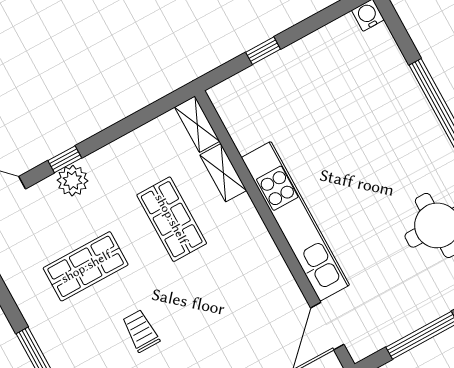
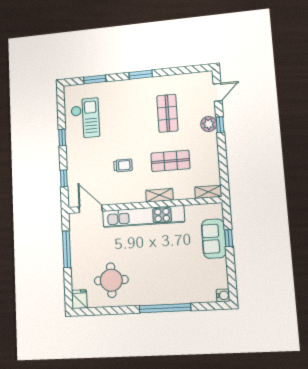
sofa: (276, 76) -> (214, 239), added
shelving: (223, 173) -> (159, 195), moved
trolley: (141, 331) -> (123, 165), moved

